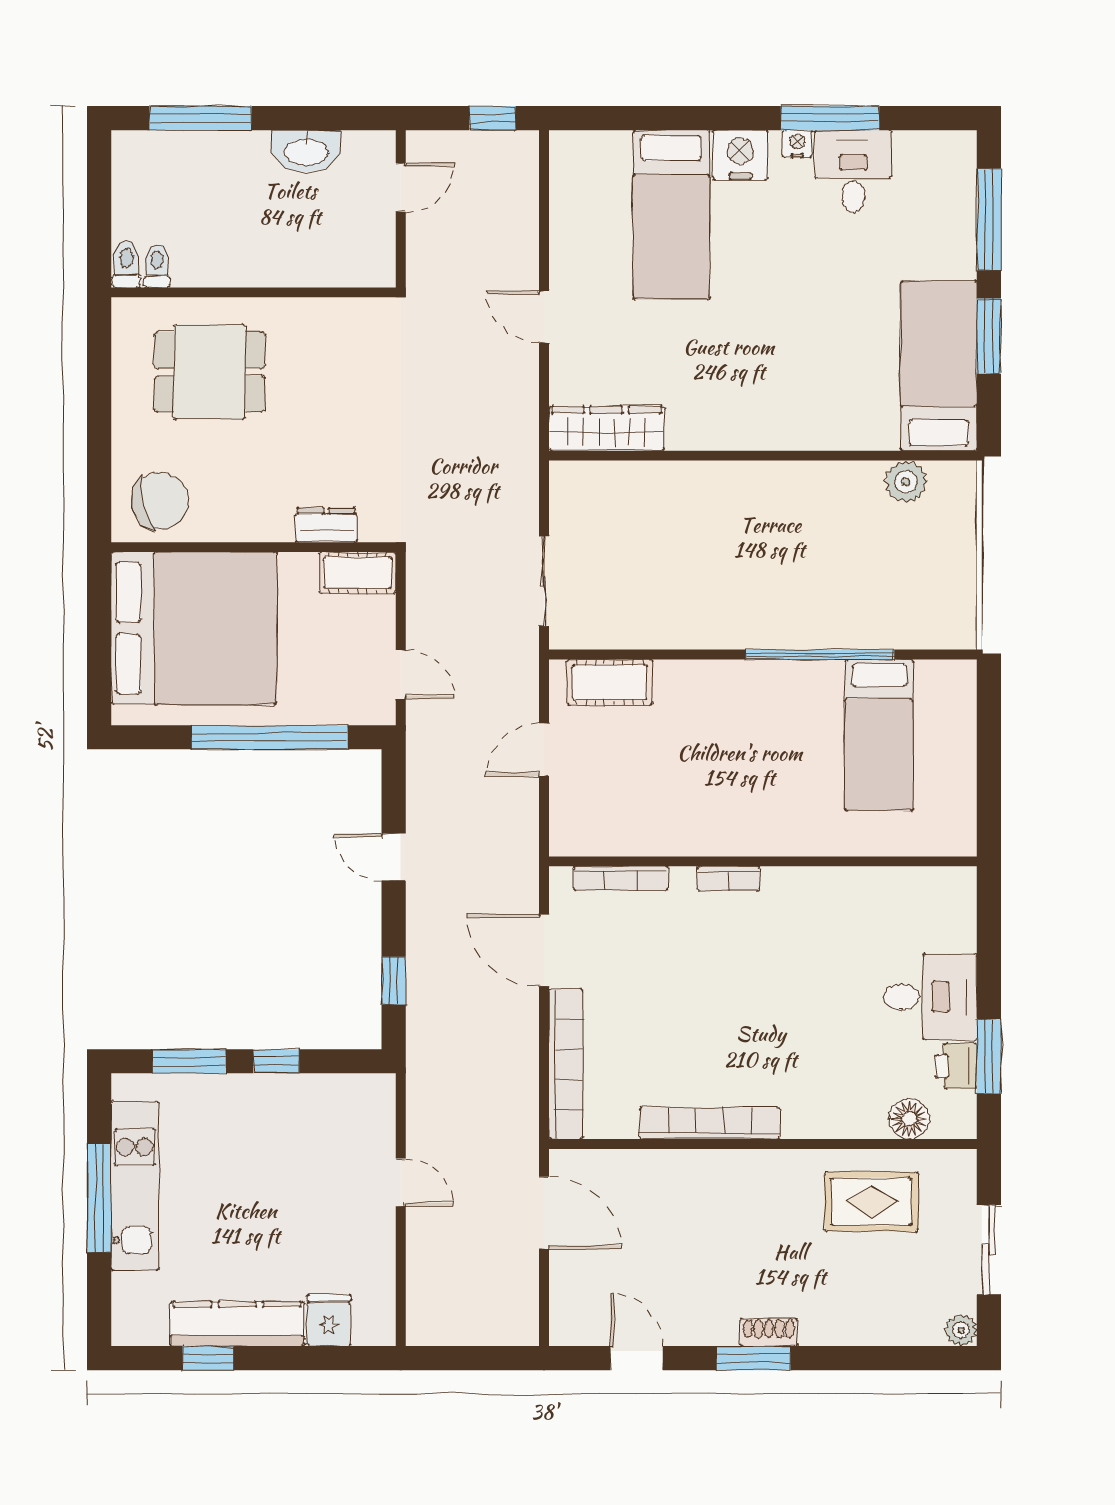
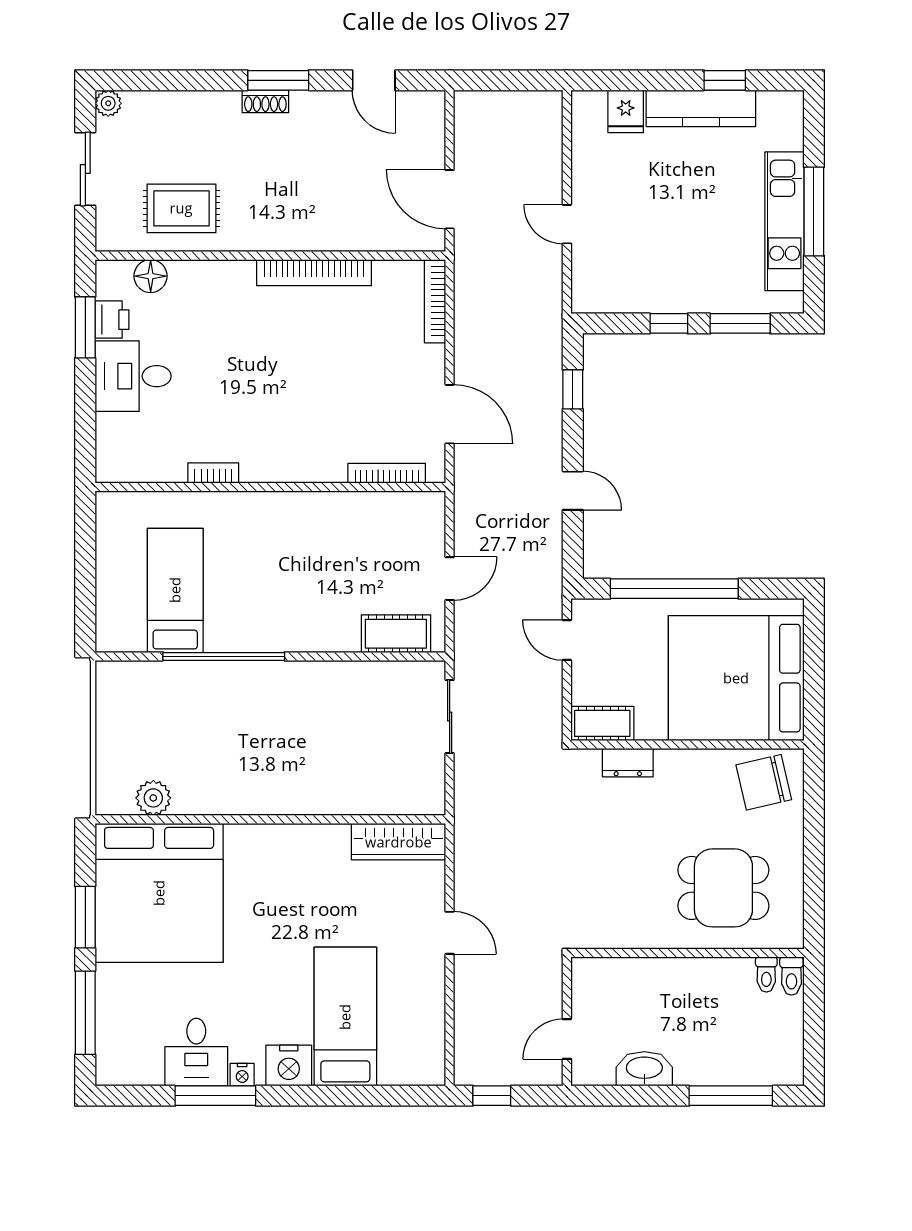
bed: (939, 366) -> (159, 893), width x2.04
bookcase: (729, 879) -> (213, 473), moved
bookcase: (566, 1064) -> (435, 301), width x0.68, depth x0.76

